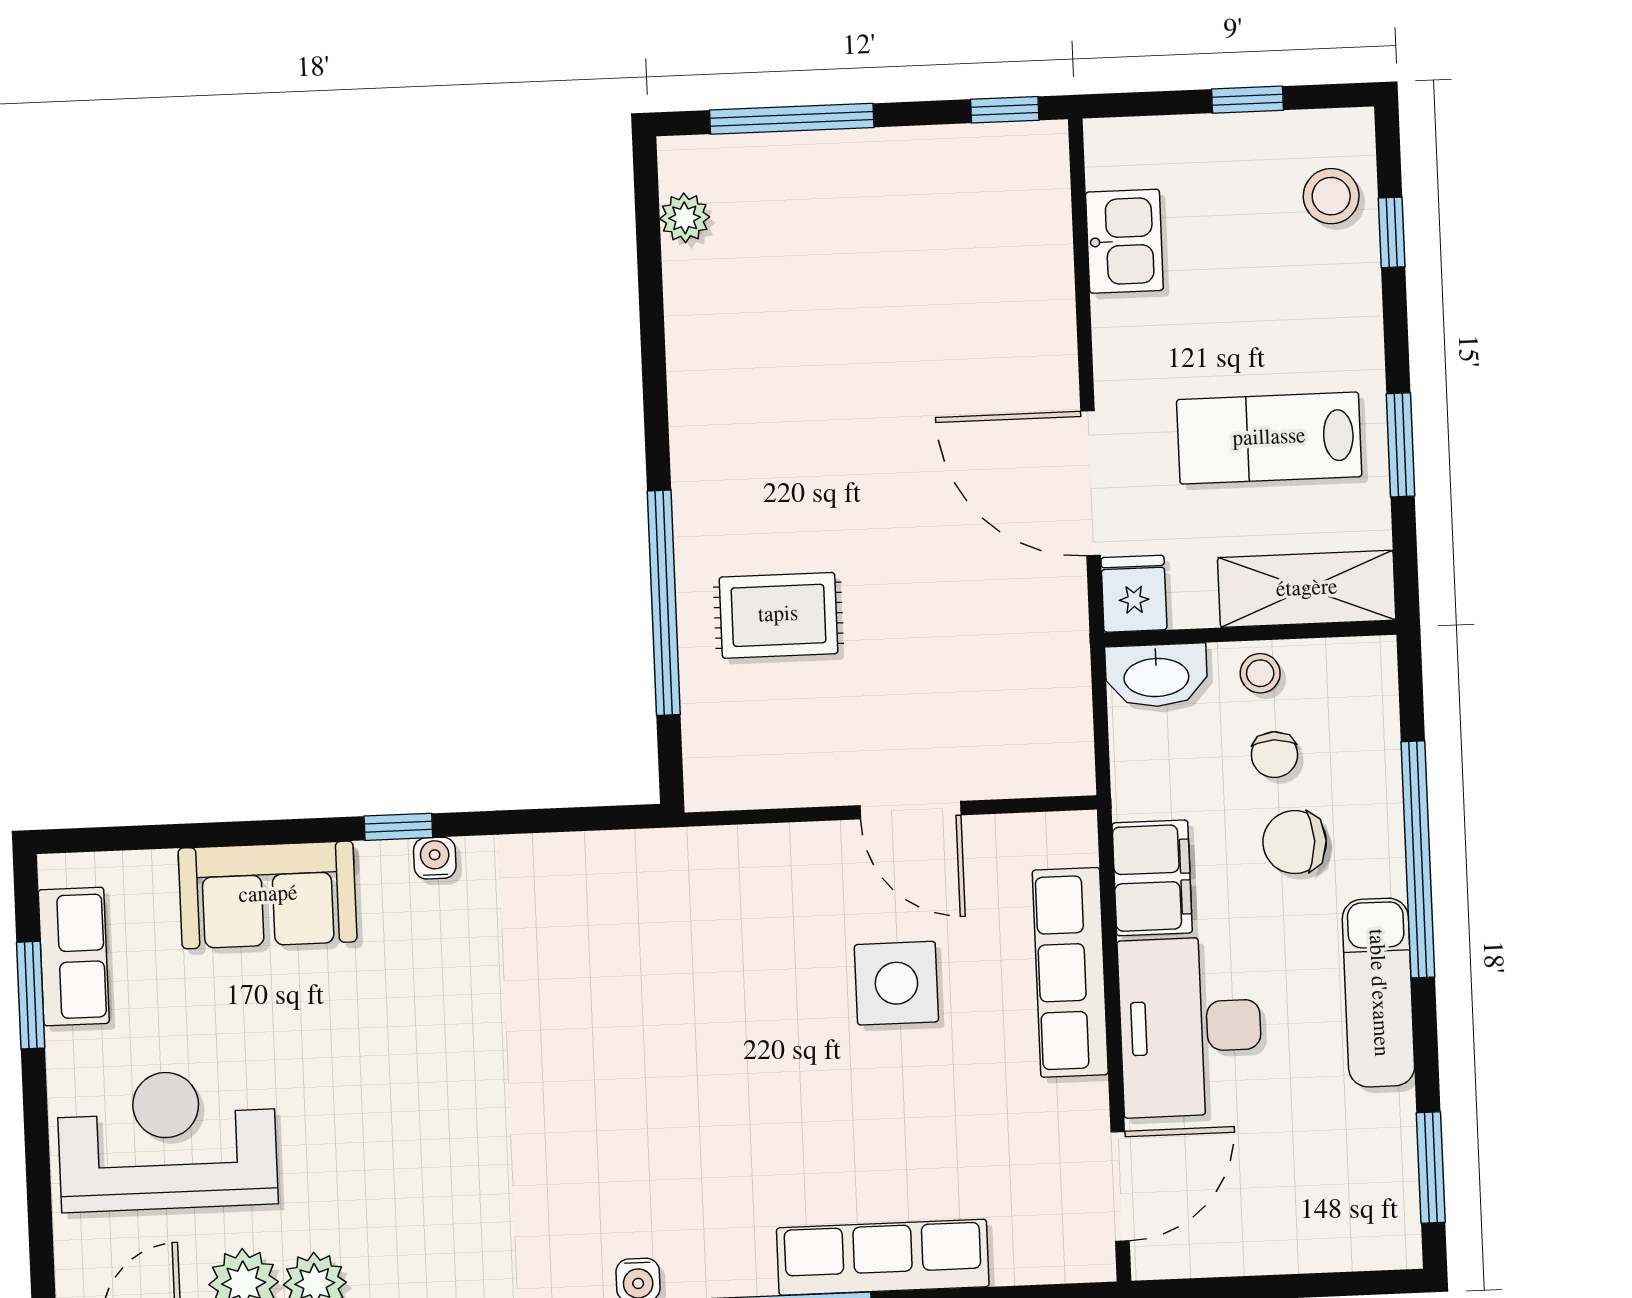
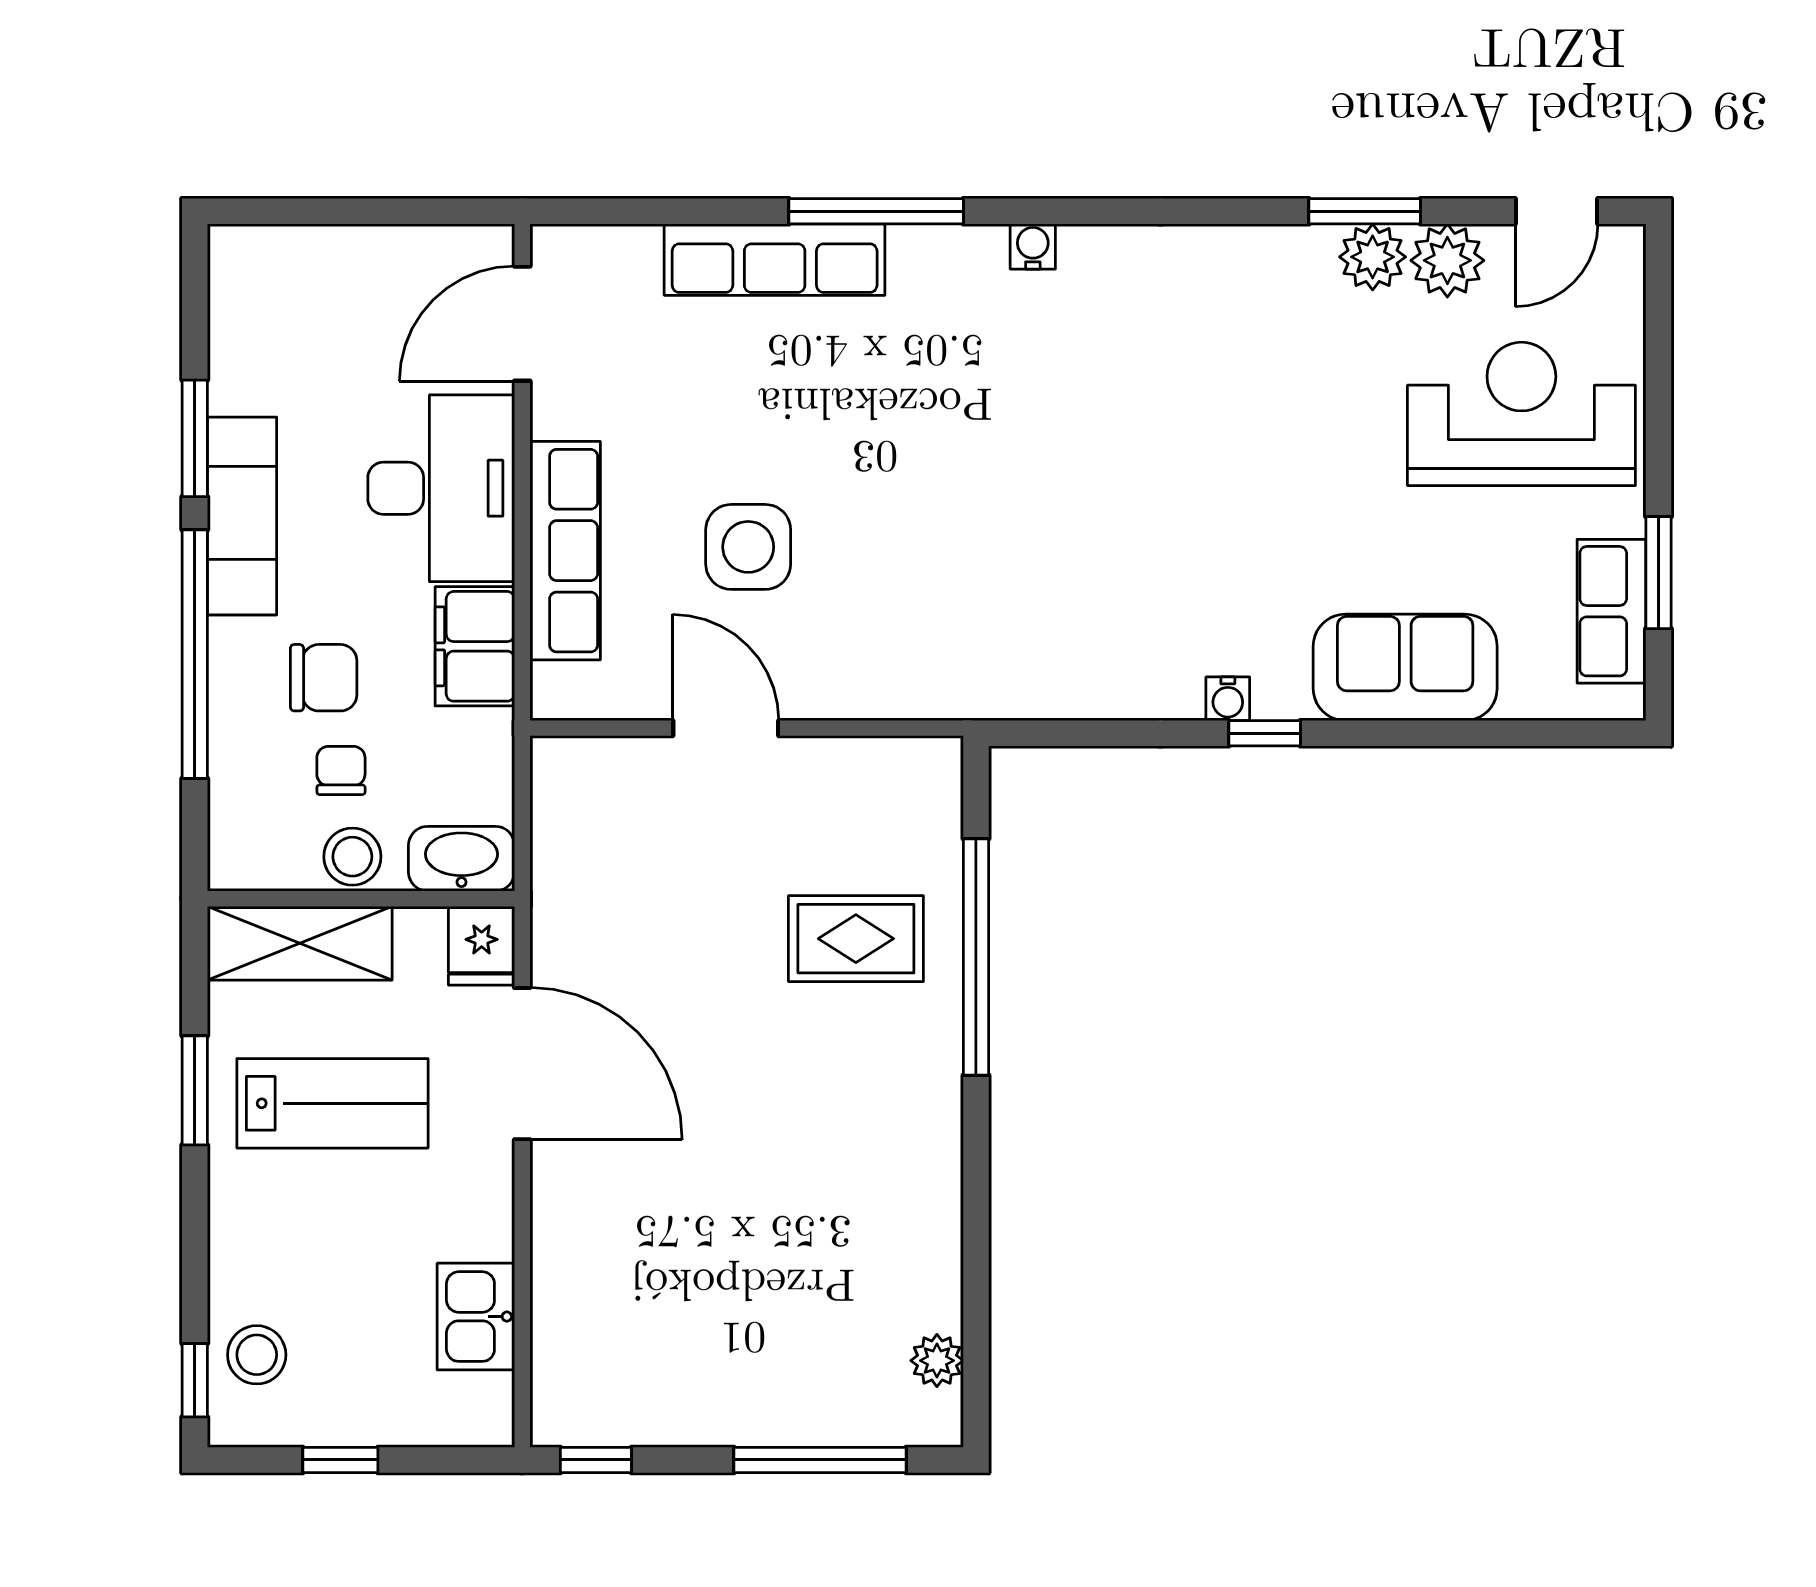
window: (1392, 232) -> (195, 1380), moved
stool: (1260, 673) -> (352, 857), width x1.37, depth x1.37
reception desk: (167, 1140) -> (1521, 414), turned 180
window: (1431, 1167) -> (195, 438), moved

